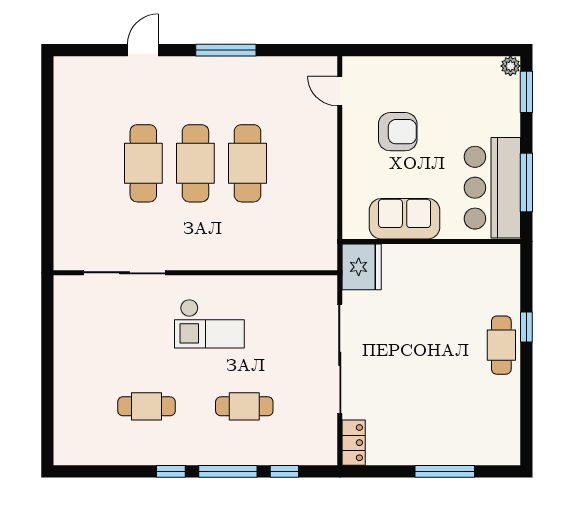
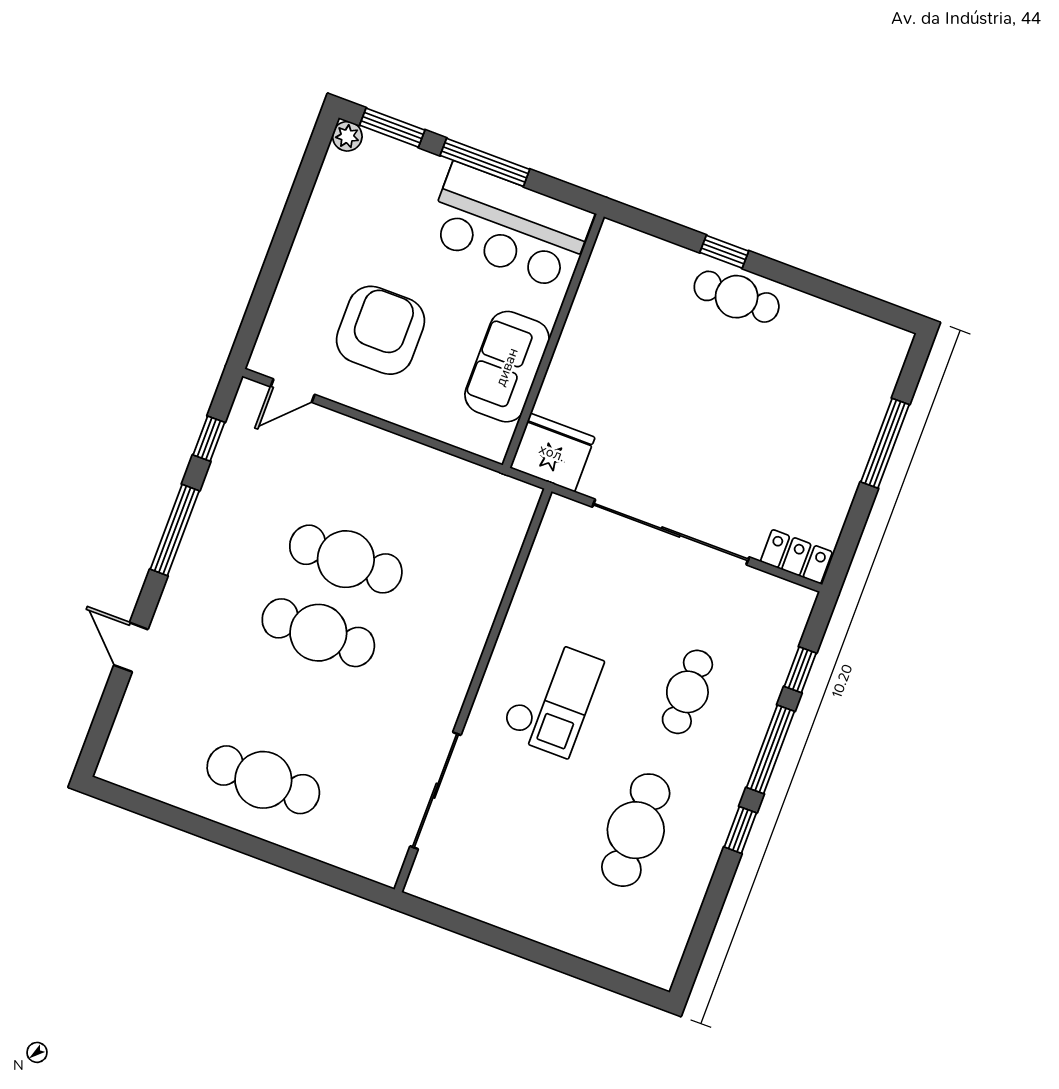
window: (291, 50) -> (209, 439), added
armchair: (398, 132) -> (381, 330), width x1.36, depth x1.36
cafe table: (143, 163) -> (263, 780), moved
window: (526, 183) -> (485, 162), moved
cafe table: (146, 406) -> (636, 830), width x1.37, depth x1.35

